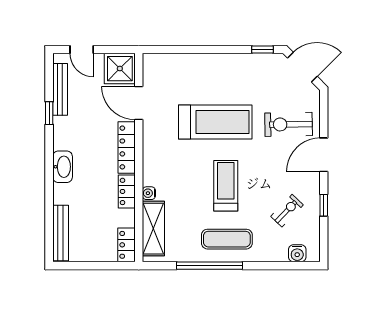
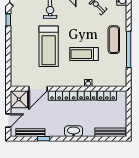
treadmill: (215, 122) -> (49, 46), turned 180
treadmill: (226, 186) -> (84, 54), moved
shelving: (153, 229) -> (108, 81), removed
locker: (127, 245) -> (107, 96), moved

